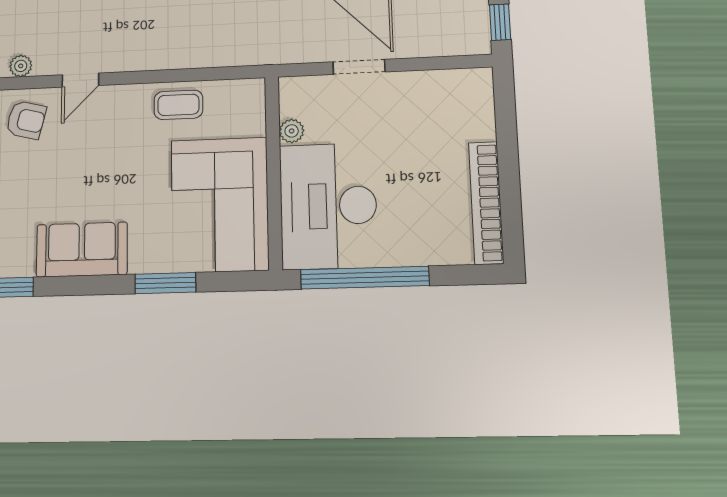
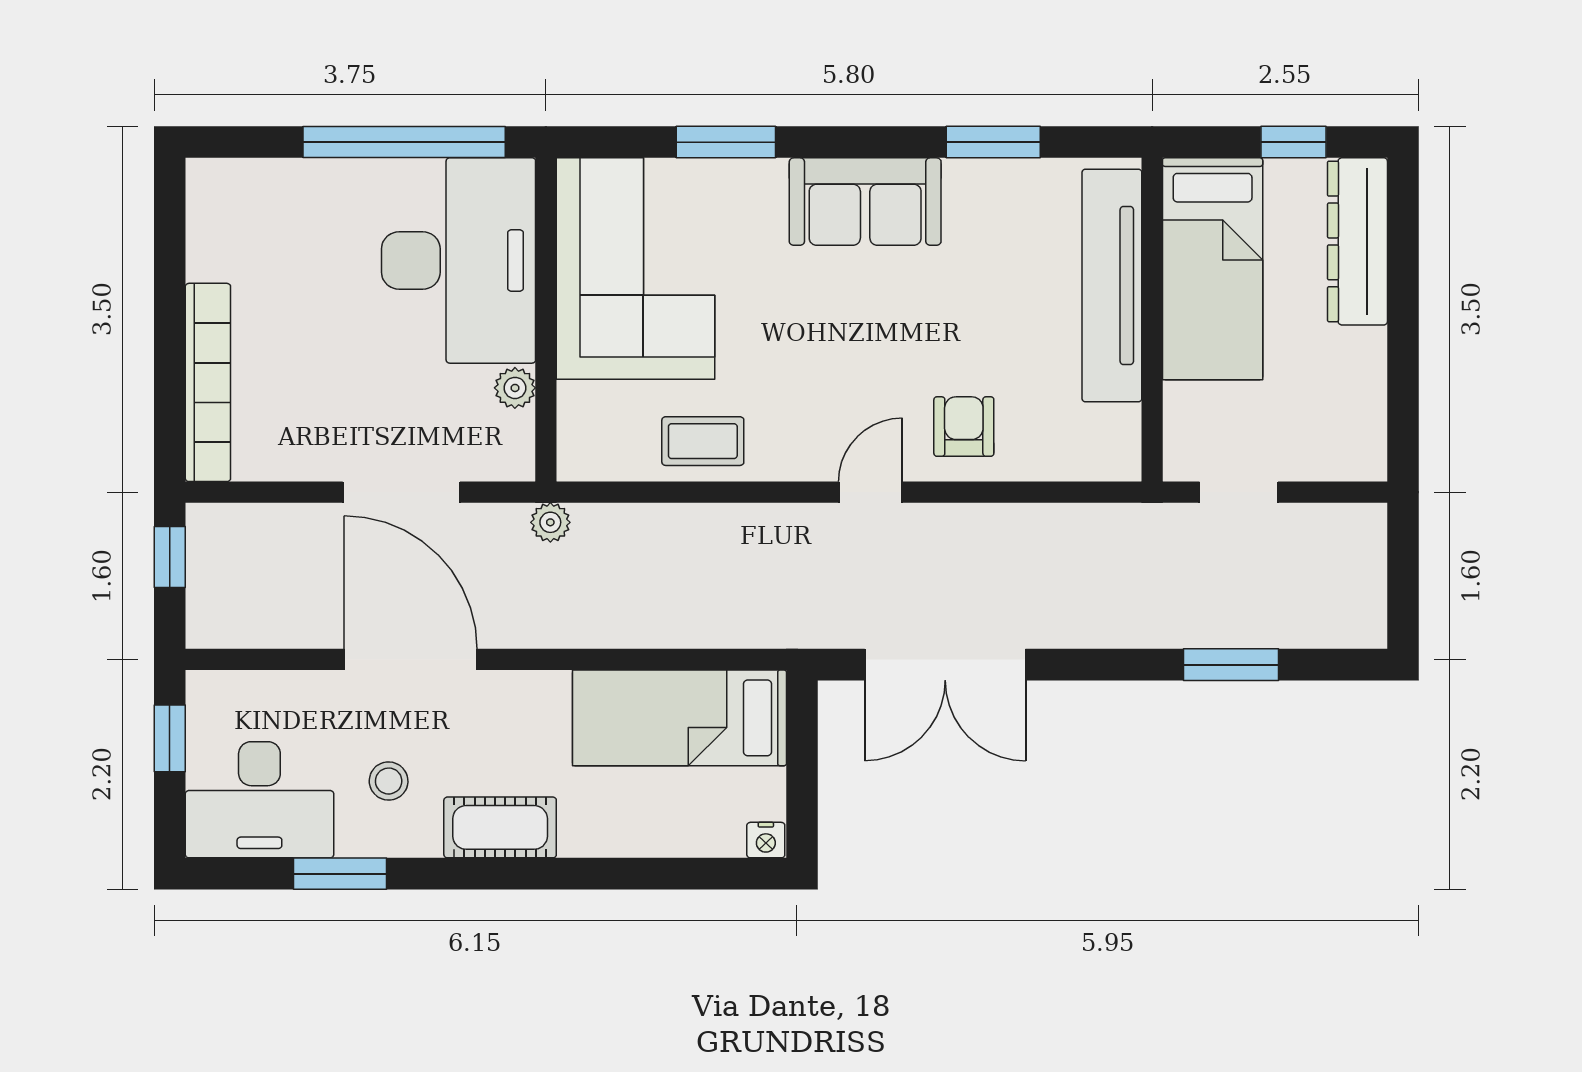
plant: (21, 66) -> (550, 522), moved
doorway: (359, 67) -> (401, 492), width x1.38
armchair: (26, 120) -> (964, 427), turned 76
bookcase: (486, 203) -> (208, 382), moved

